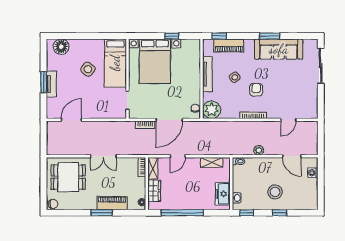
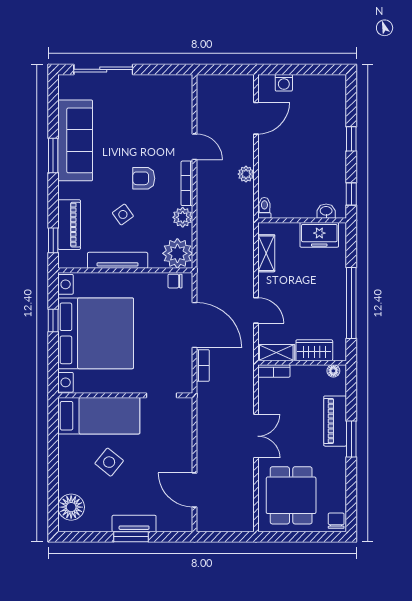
bed with nightstands: (155, 61) -> (96, 333), width x1.36
plant: (233, 113) -> (183, 217), added
door: (288, 120) -> (195, 147), moved
stool: (275, 192) -> (316, 146), removed

